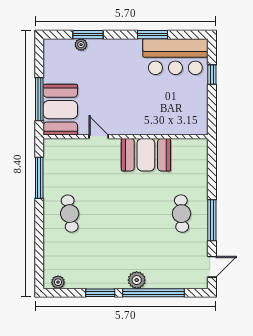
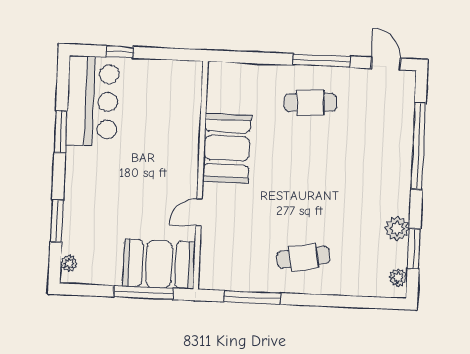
plant: (81, 45) -> (69, 263), moved
plant: (137, 280) -> (397, 229), moved
window: (100, 293) -> (414, 249), moved

